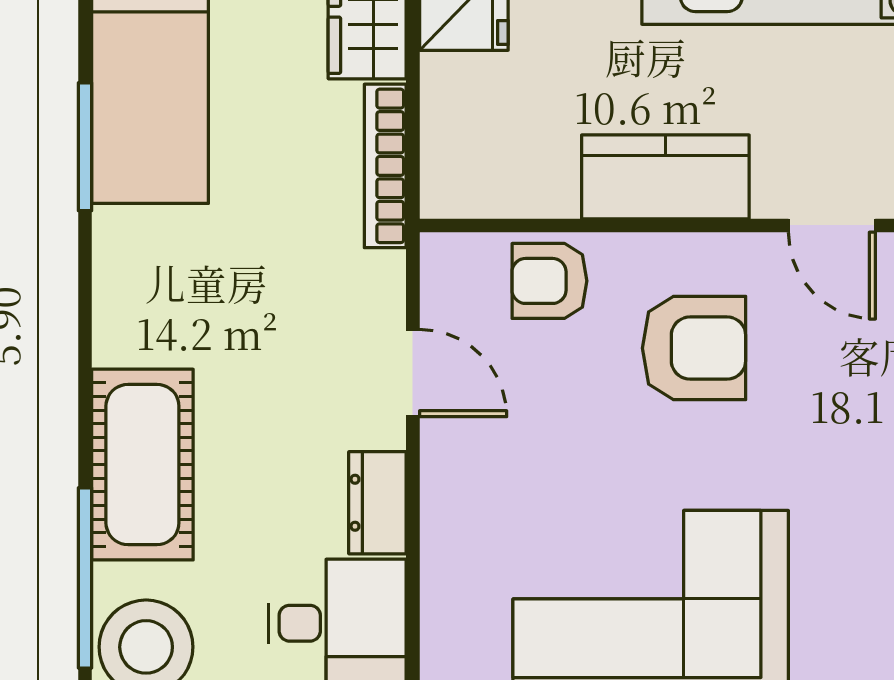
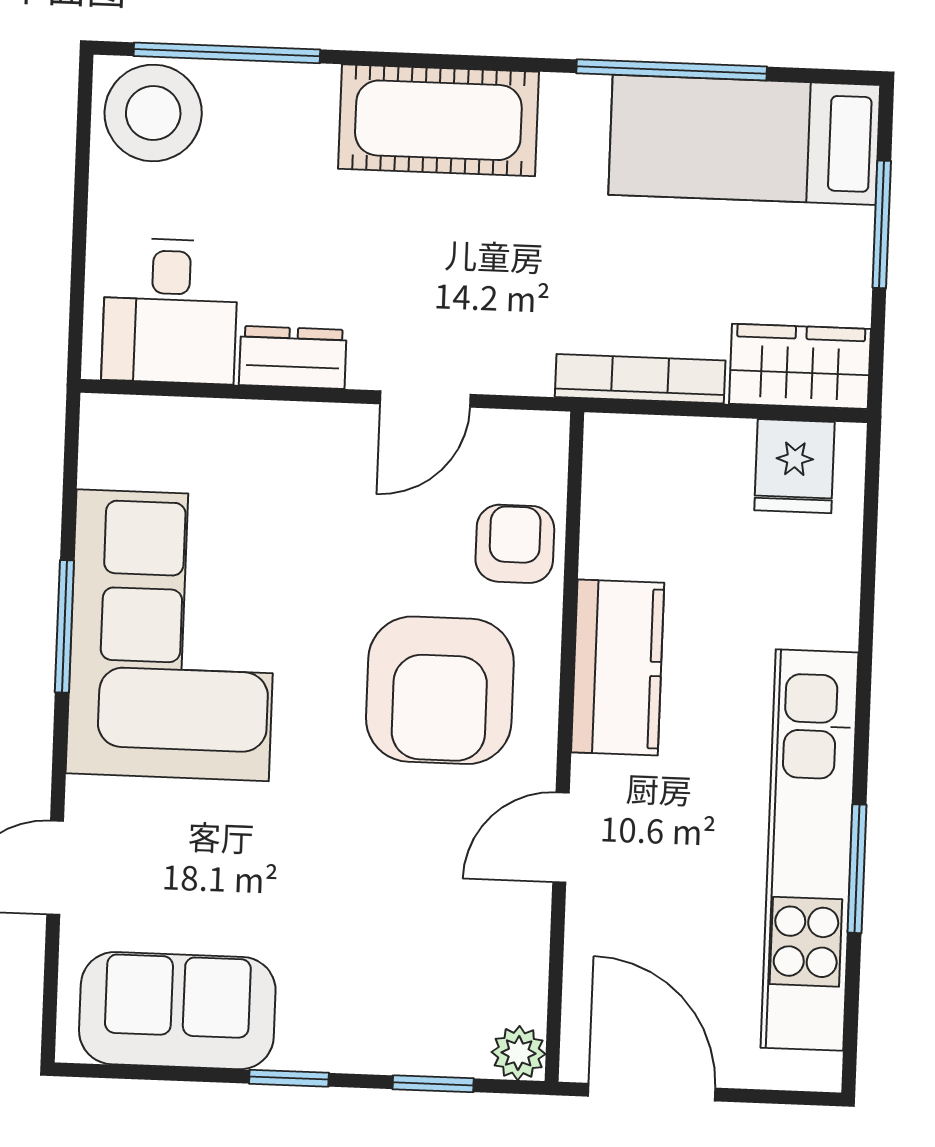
window: (85, 147) -> (672, 70), width x1.44
armchair: (694, 348) -> (440, 690), width x1.36, depth x1.36
cot: (142, 465) -> (438, 120), moved

